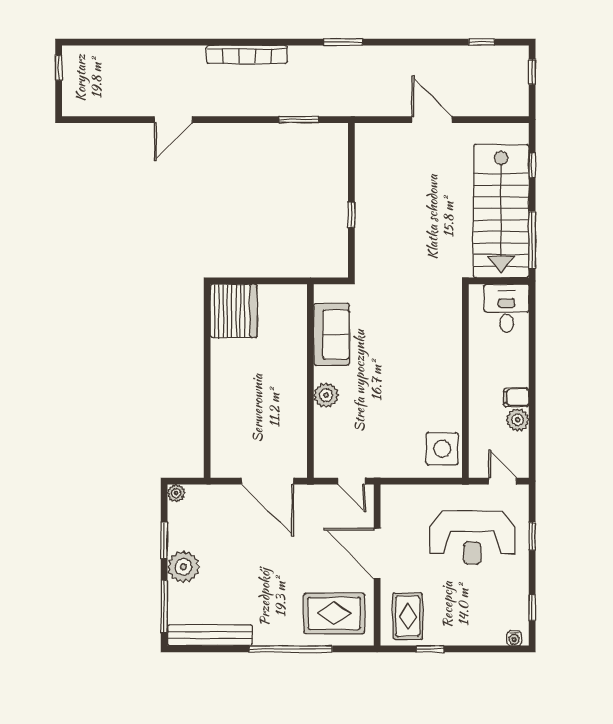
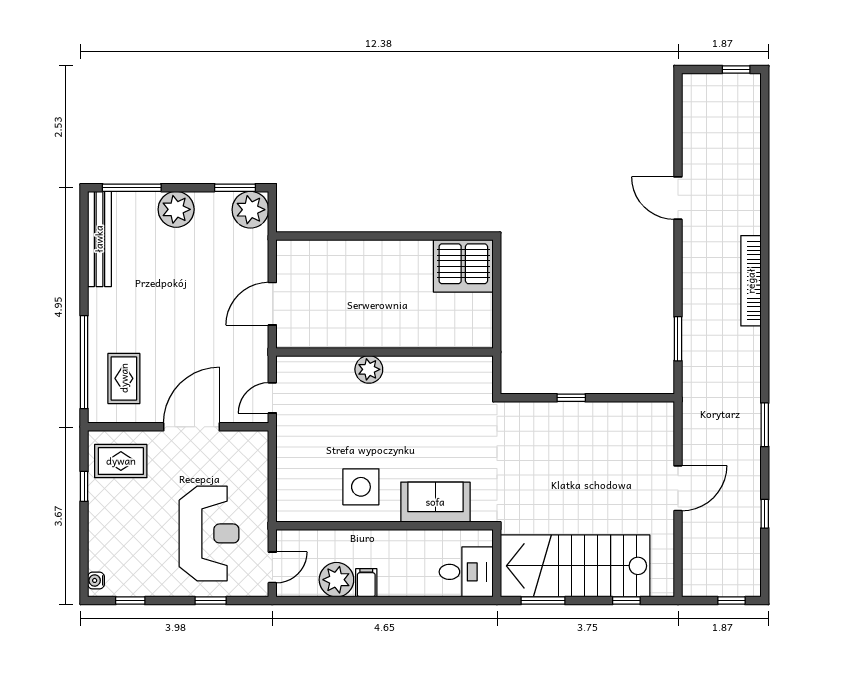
window: (343, 42) -> (765, 425), moved
window: (482, 42) -> (765, 514), moved
window: (532, 240) -> (543, 601), width x0.69
sofa: (332, 334) -> (435, 502), moved, turned 180
plant: (518, 420) -> (336, 580), width x1.36, depth x1.36
side table: (442, 449) -> (361, 487), moved
door: (267, 481) -> (272, 304), width x0.73
plant: (176, 493) -> (250, 210), width x1.88, depth x1.88
reception desk: (472, 537) -> (209, 533), turned 180
window: (164, 540) -> (235, 188), moved
rug: (334, 613) -> (124, 378), width x0.73, depth x0.70
window: (291, 649) -> (84, 362), moved

